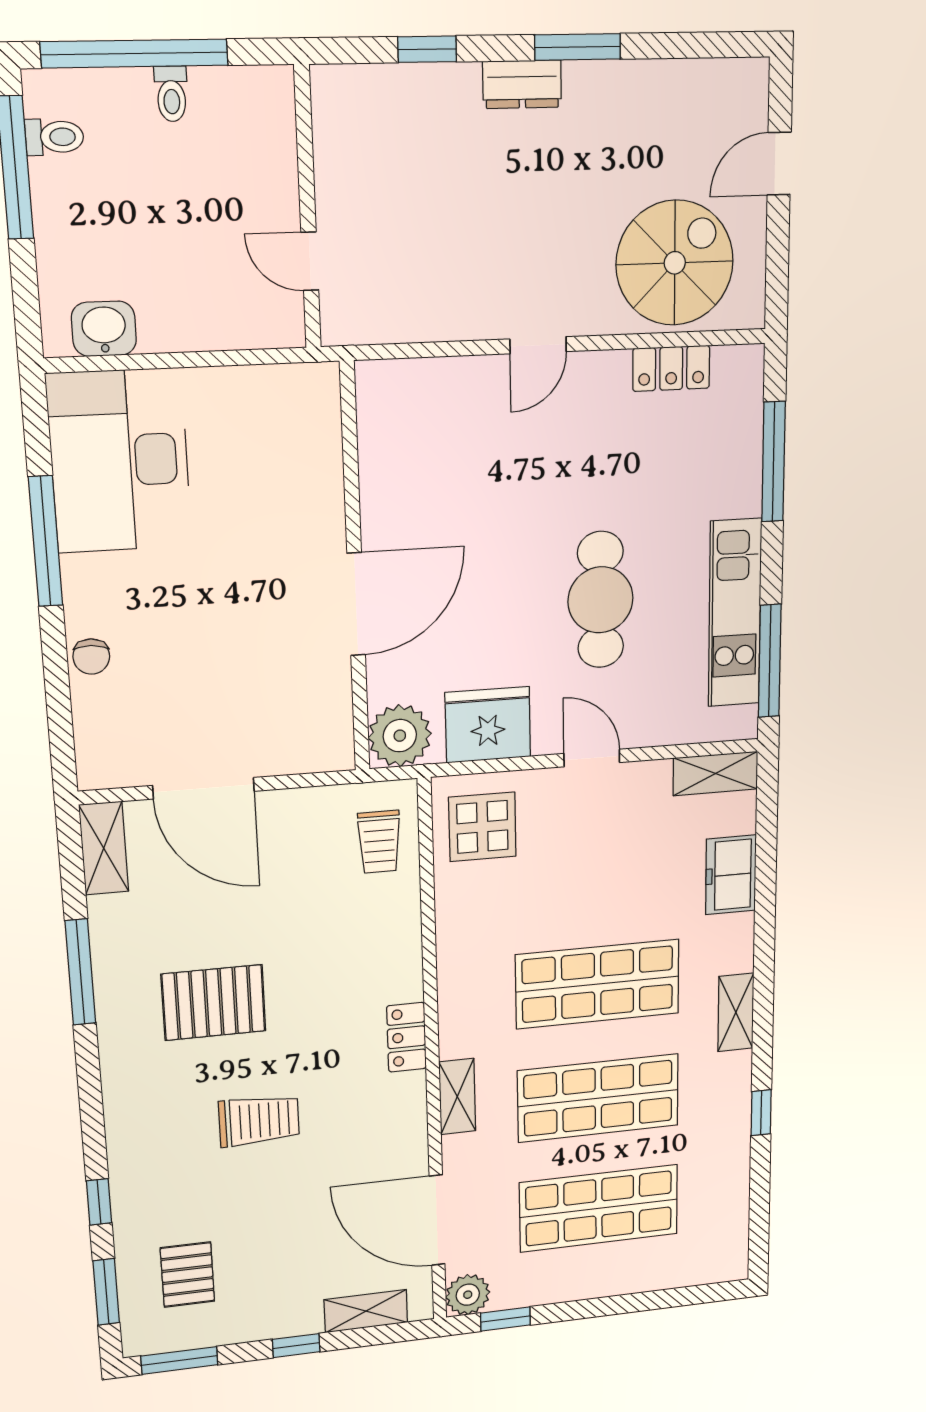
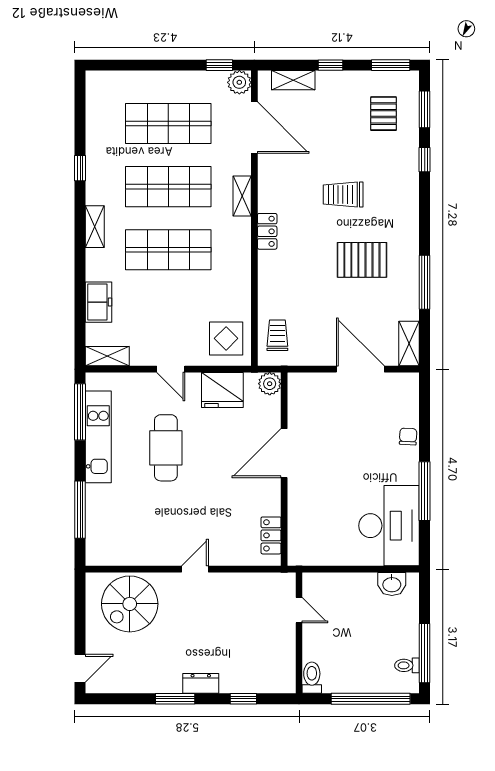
toilet: (171, 94) -> (312, 678), moved, width x1.37, depth x1.39
door: (779, 164) -> (80, 668), moved
locker: (671, 368) -> (271, 535), moved, turned -90
plant: (400, 736) -> (270, 384), width x0.73, depth x0.73

